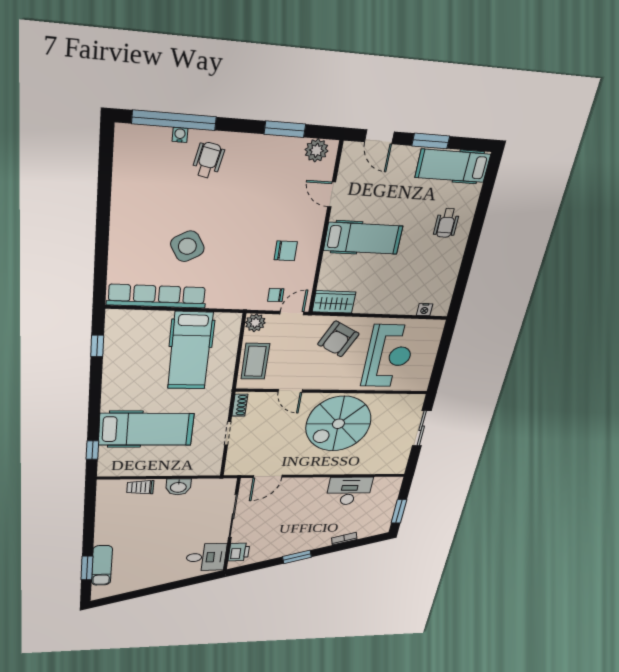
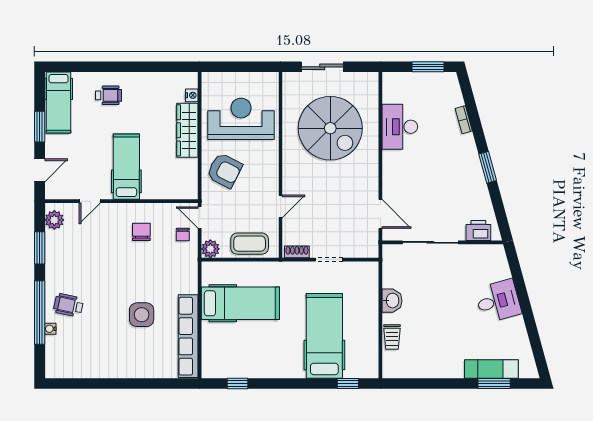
window: (174, 120) -> (40, 312), moved
side table: (187, 246) -> (142, 315), turned 30
wardrobe: (334, 302) -> (187, 130), moved, width x1.50
spiral stairs: (338, 424) -> (330, 128), moved
desk: (206, 557) -> (498, 301), moved, turned 75

